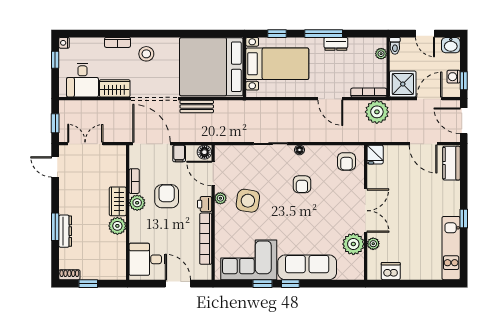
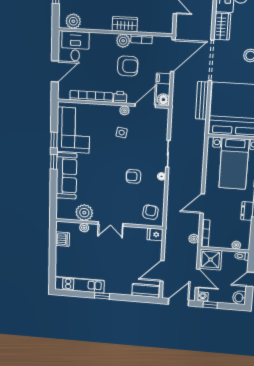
washing machine: (454, 77) -> (203, 297), moved
bench: (197, 106) -> (202, 101), width x1.36
plant: (377, 112) -> (194, 239), width x0.53, depth x0.53
armchair: (346, 161) -> (150, 212), turned 97
side table: (248, 201) -> (122, 133), width x0.54, depth x0.54
double door: (366, 211) -> (111, 224), width x0.73
plant: (117, 226) -> (73, 21), moved

